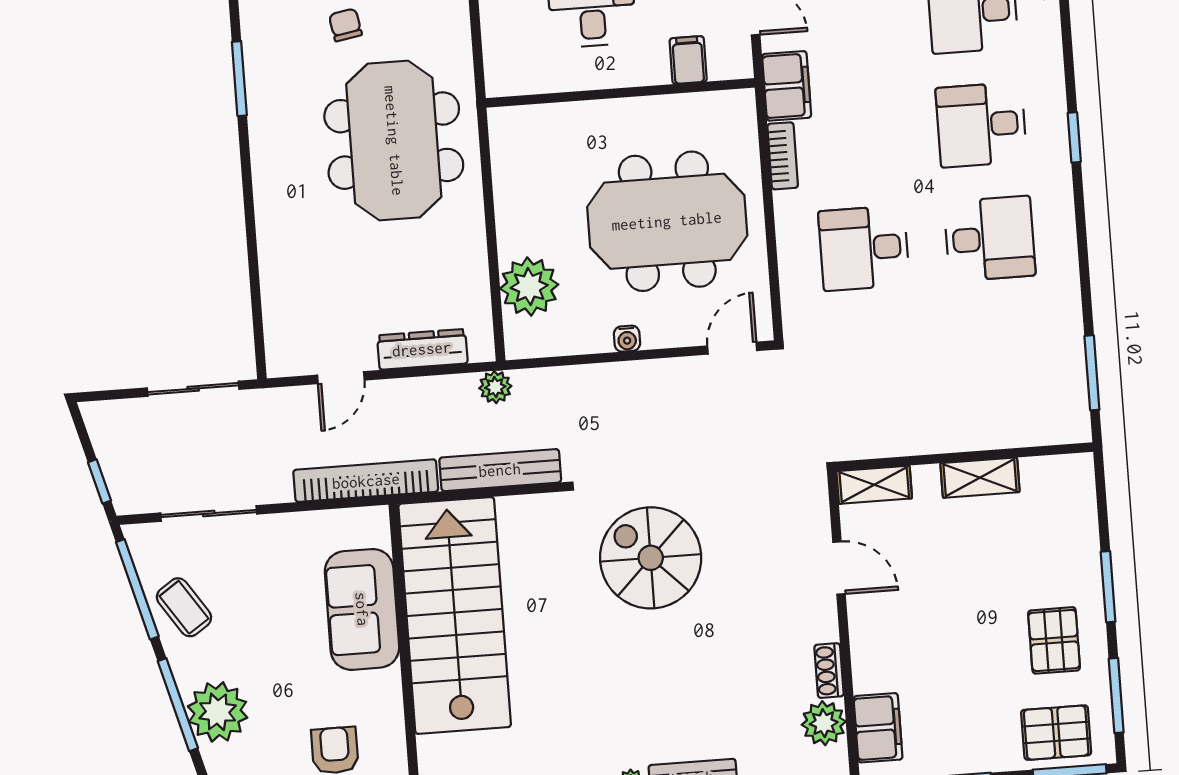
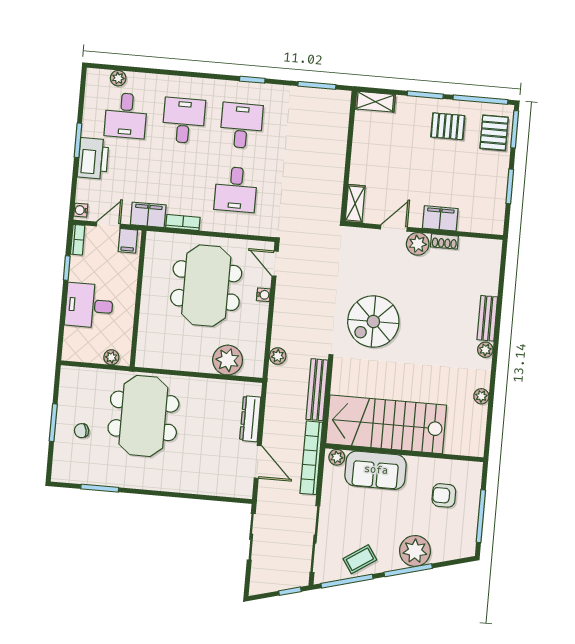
plant: (498, 59) -> (111, 357), added
filing cabinet: (688, 60) -> (128, 241), moved, turned -90
desk: (981, 125) -> (184, 121), turned 180
window: (1074, 137) -> (252, 80), moved
meeting table: (394, 141) -> (143, 416), turned 90
water cooler: (627, 339) -> (263, 295), moved
door: (341, 378) -> (258, 462), width x1.38
plant: (495, 387) -> (278, 356), moved
shelving: (980, 478) -> (375, 102), moved, turned 90
sliding door: (209, 513) -> (315, 539), width x1.37
plant: (375, 530) -> (337, 457), added
window: (1116, 696) -> (480, 100), width x1.44
plant: (824, 723) -> (418, 244), moved
filing cabinet: (878, 728) -> (440, 218), moved

